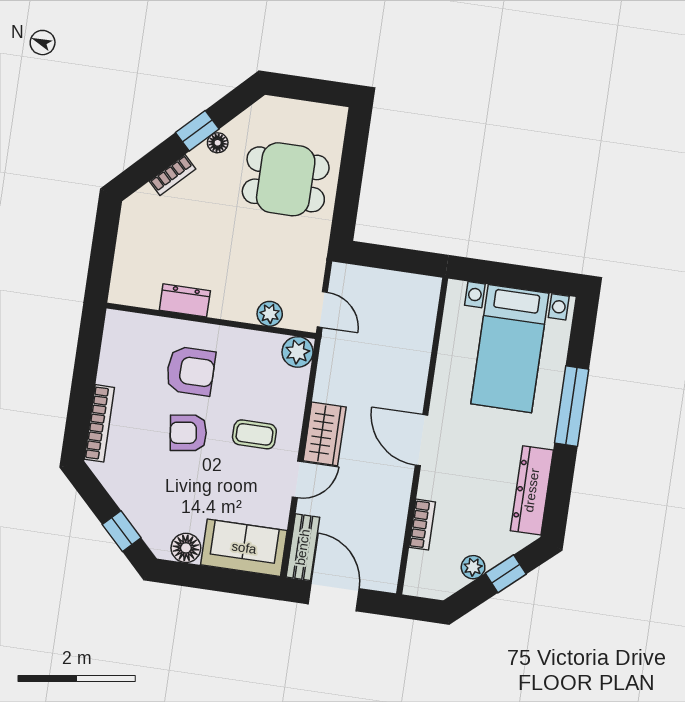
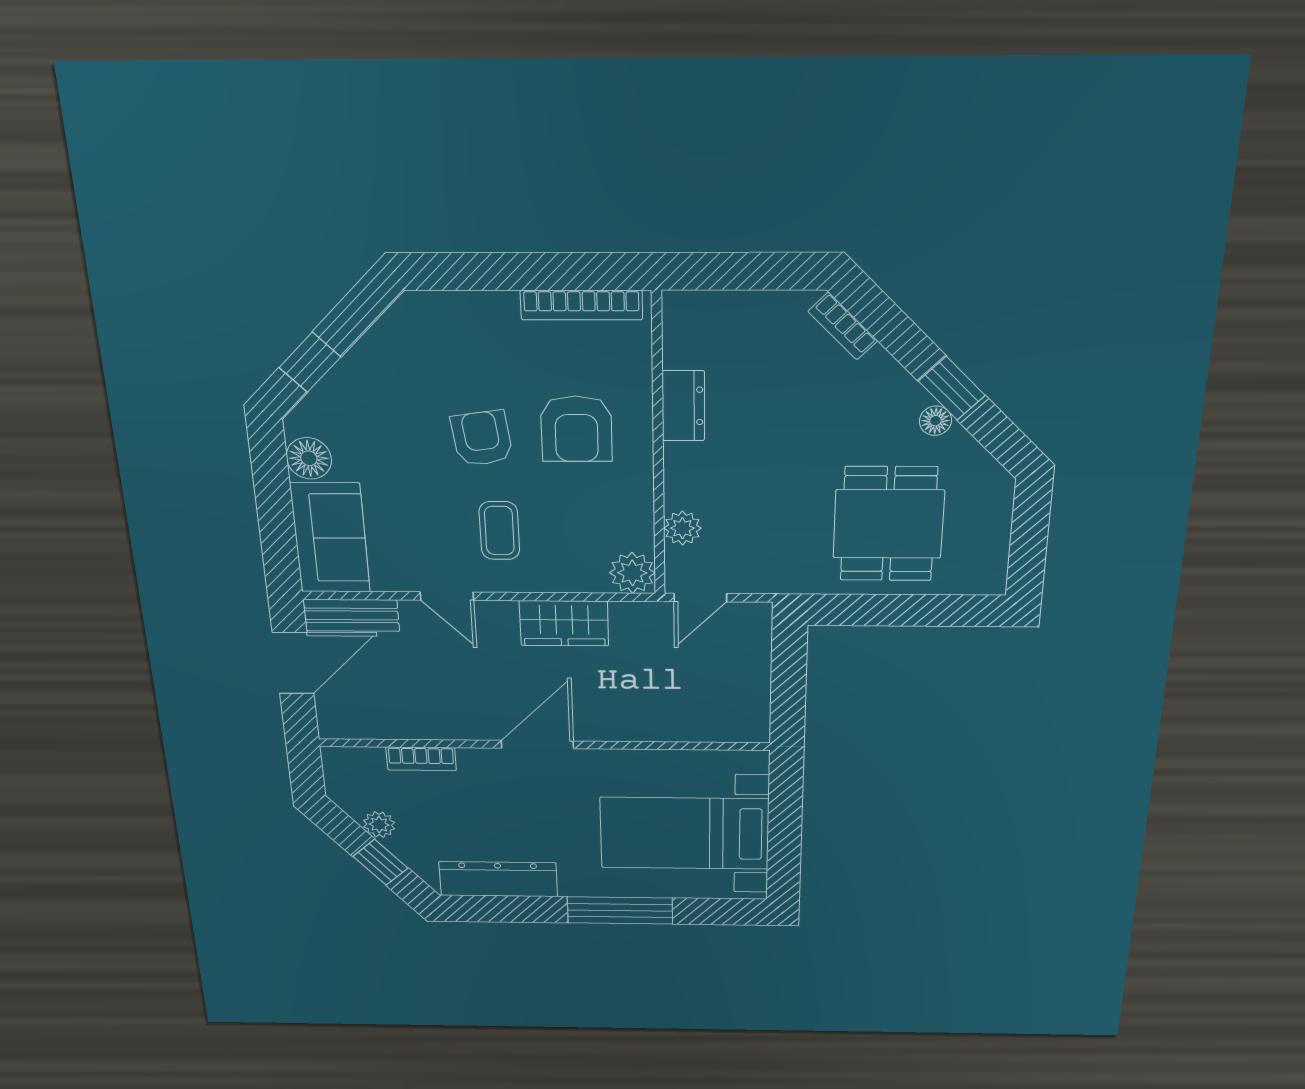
bookcase: (172, 175) -> (843, 326), moved
bookcase: (99, 423) -> (581, 305), moved
wardrobe: (325, 434) -> (564, 623), moved

